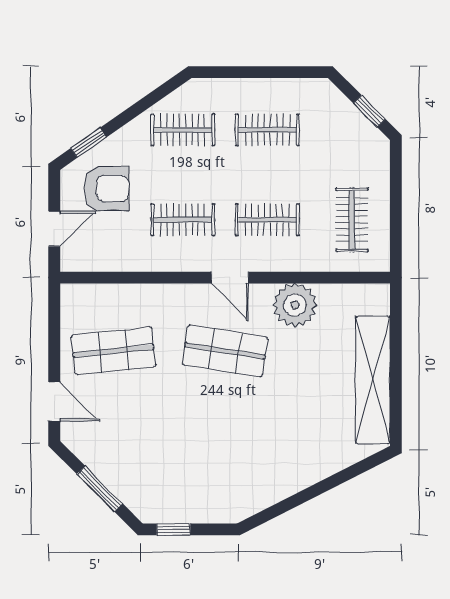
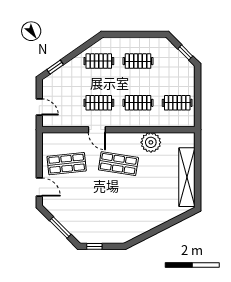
armchair: (107, 189) -> (63, 88), removed
clothes rail: (352, 220) -> (177, 103), turned 90
door: (54, 229) -> (39, 107), hinge flipped
door: (230, 278) -> (97, 130), moved

